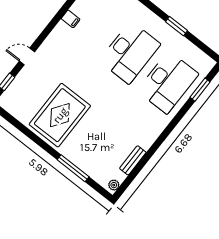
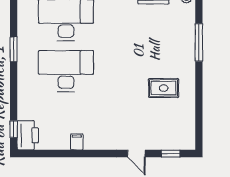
rug: (60, 115) -> (164, 88), width x0.54, depth x0.49

